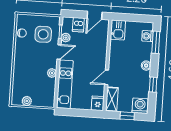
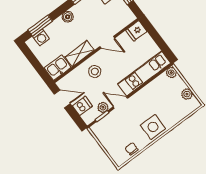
side table: (43, 34) -> (153, 127), moved
stool: (94, 52) -> (95, 71), added
plant: (52, 73) -> (171, 73), moved
shelving: (112, 99) -> (80, 54), moved

